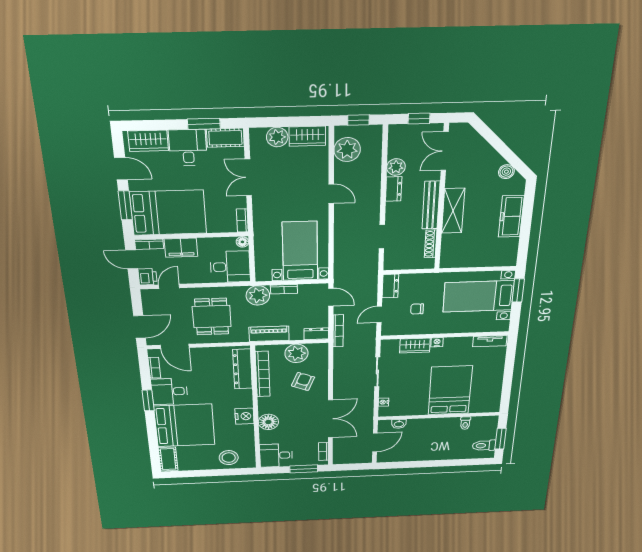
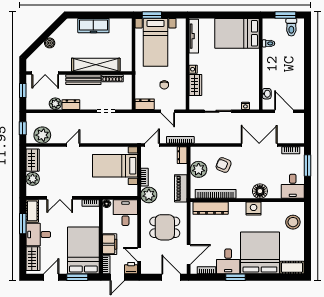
boiler: (506, 172) -> (50, 43), moved
shelving: (453, 211) -> (96, 65), width x1.47
tv unit: (490, 341) -> (194, 36), width x1.41
bed: (450, 390) -> (237, 33), moved

